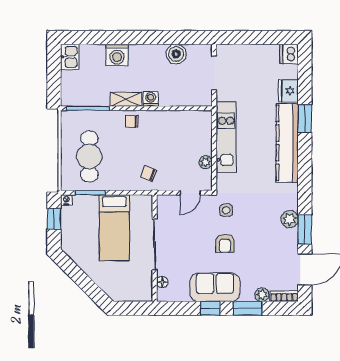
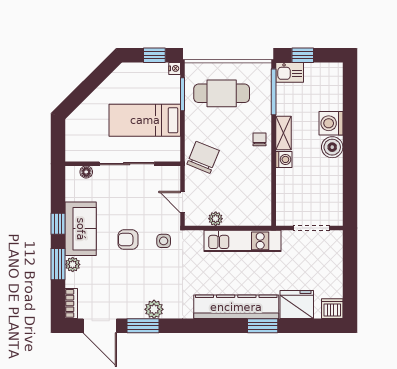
boiler: (176, 54) -> (332, 147), moved
kitchen sink: (70, 57) -> (290, 72), moved
window: (54, 81) -> (303, 55), added
fridge: (288, 91) -> (297, 304), width x1.36, depth x1.34
chair: (149, 174) -> (203, 157), width x1.87, depth x1.87
plant: (262, 295) -> (73, 264), moved

